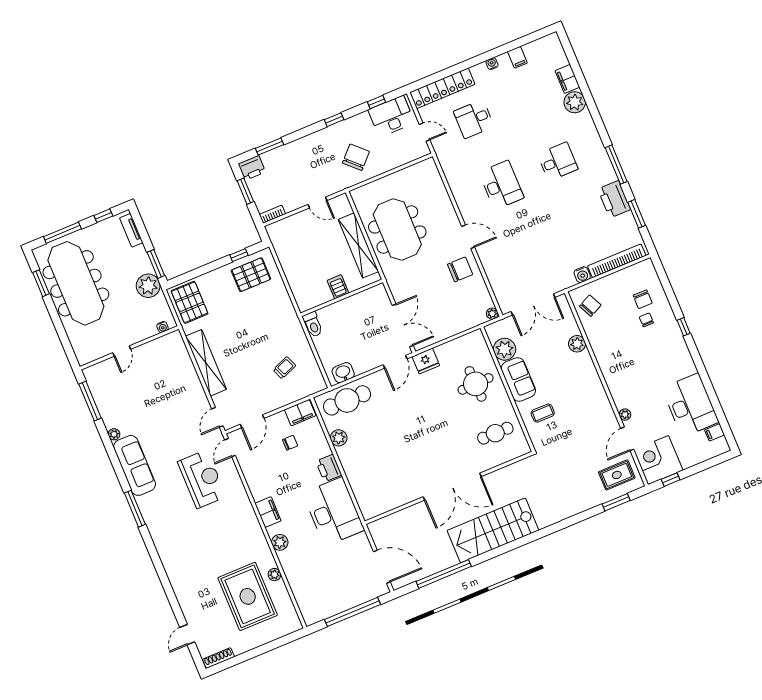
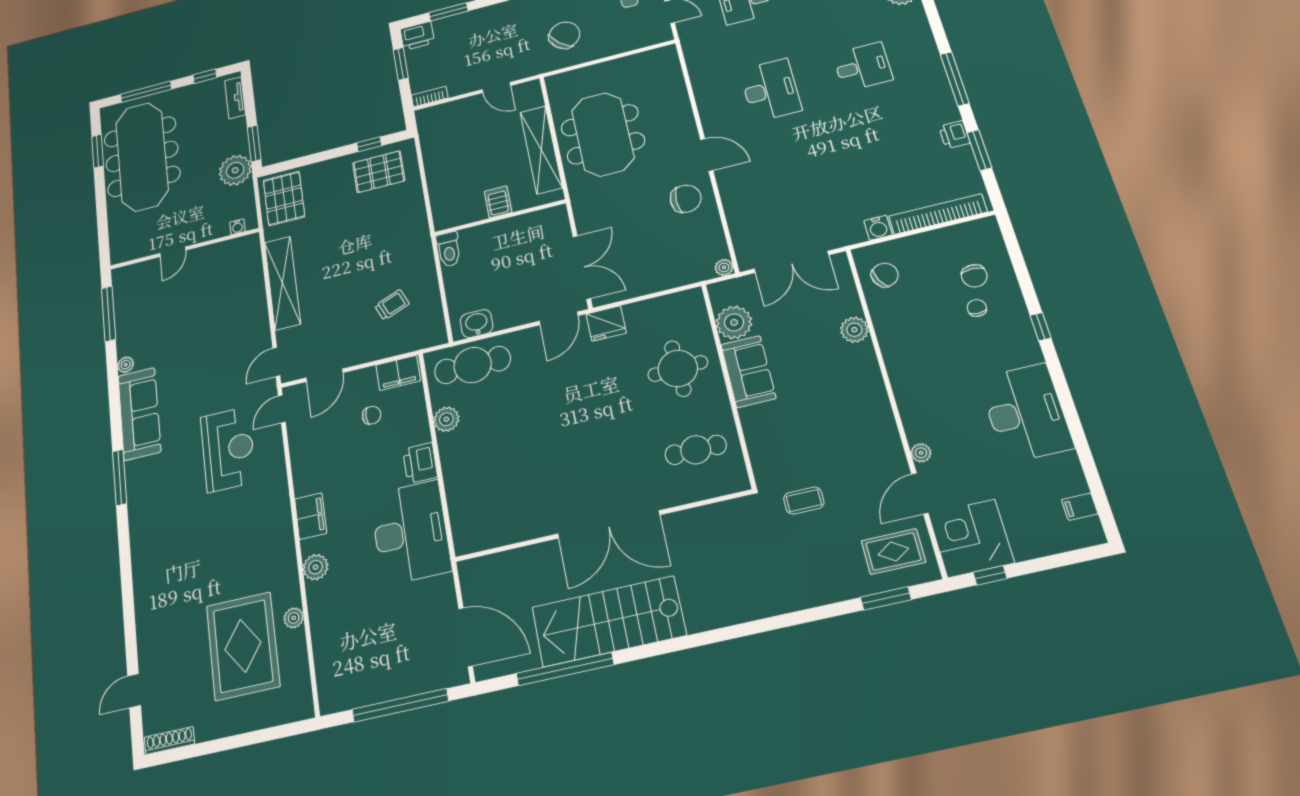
printer: (614, 199) -> (954, 135), width x0.53, depth x0.68
desk: (690, 405) -> (1026, 413), moved
coffee table: (543, 413) -> (804, 501), moved
stairs: (493, 530) -> (609, 621), moved

